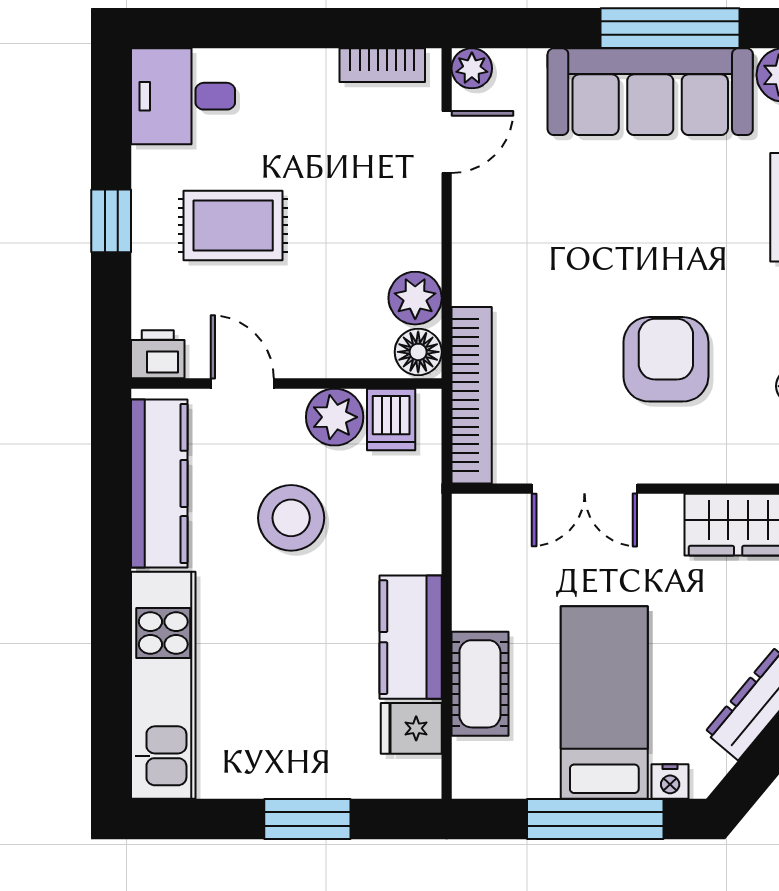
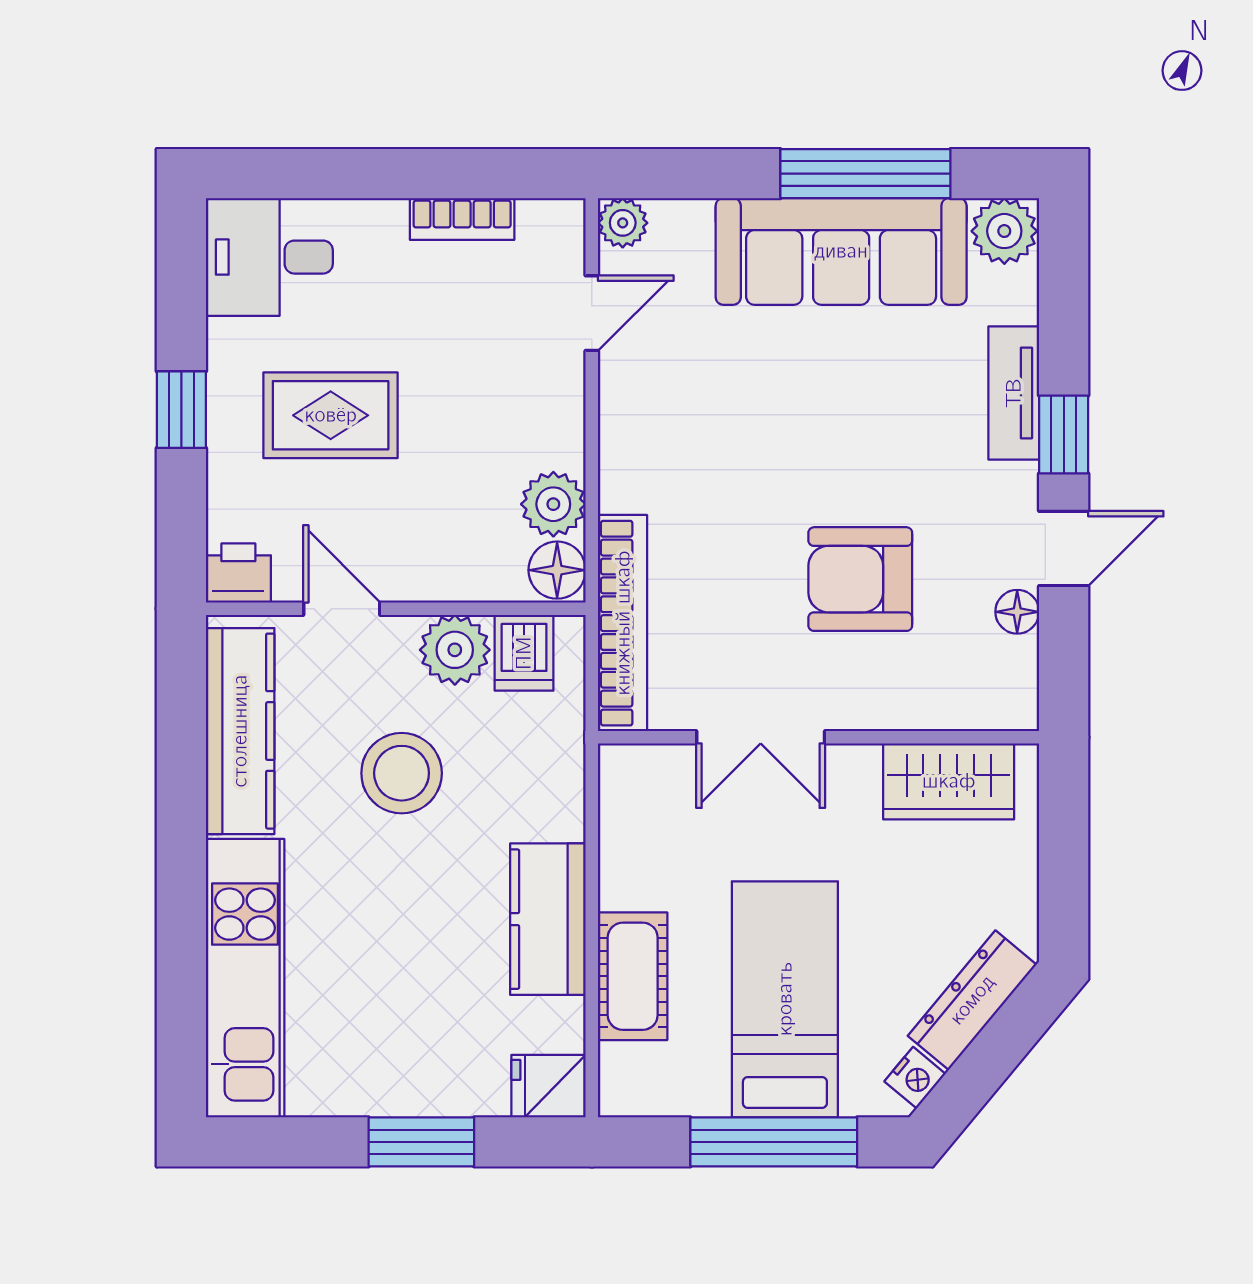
bookcase: (382, 65) -> (462, 219), moved
armchair: (666, 359) -> (860, 579), turned -90
fridge: (411, 728) -> (549, 1086), moved
nightstand: (670, 782) -> (915, 1078), moved, turned -50

